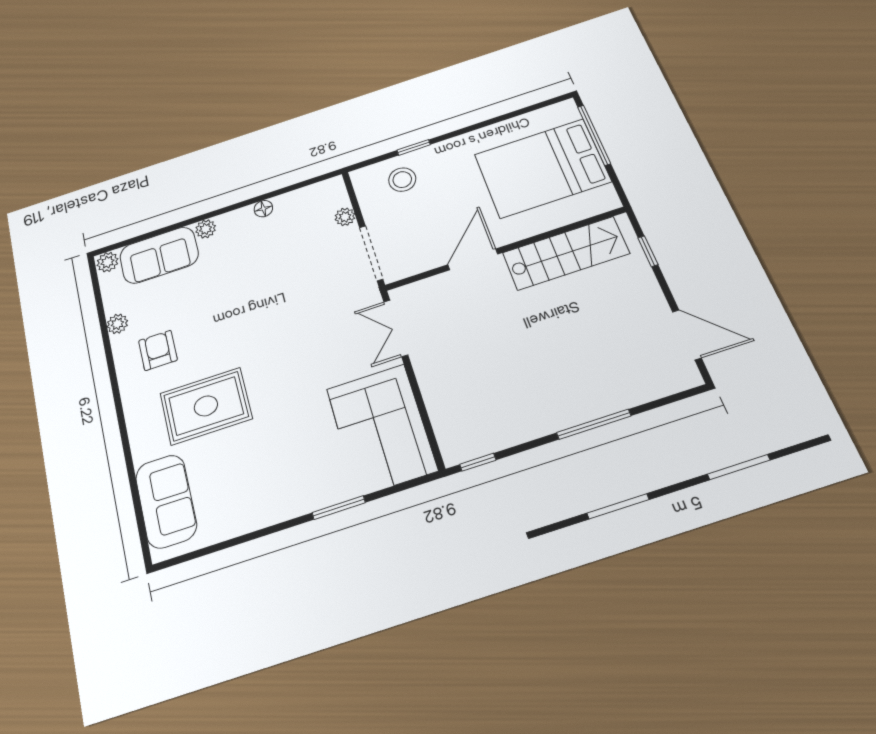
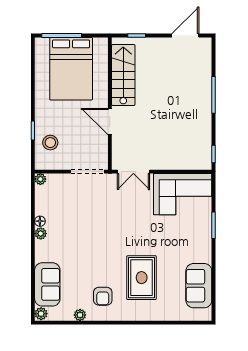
plant: (345, 217) -> (40, 179), moved
plant: (206, 229) -> (41, 234), moved
armchair: (158, 350) -> (103, 296), turned -90
sofa: (166, 501) -> (199, 286), moved, turned -90

